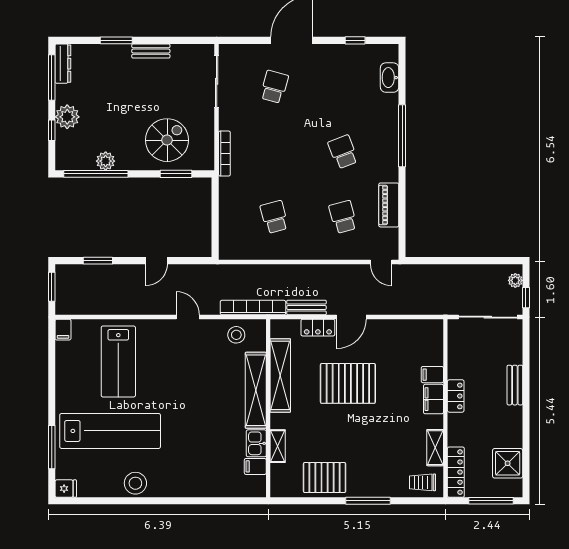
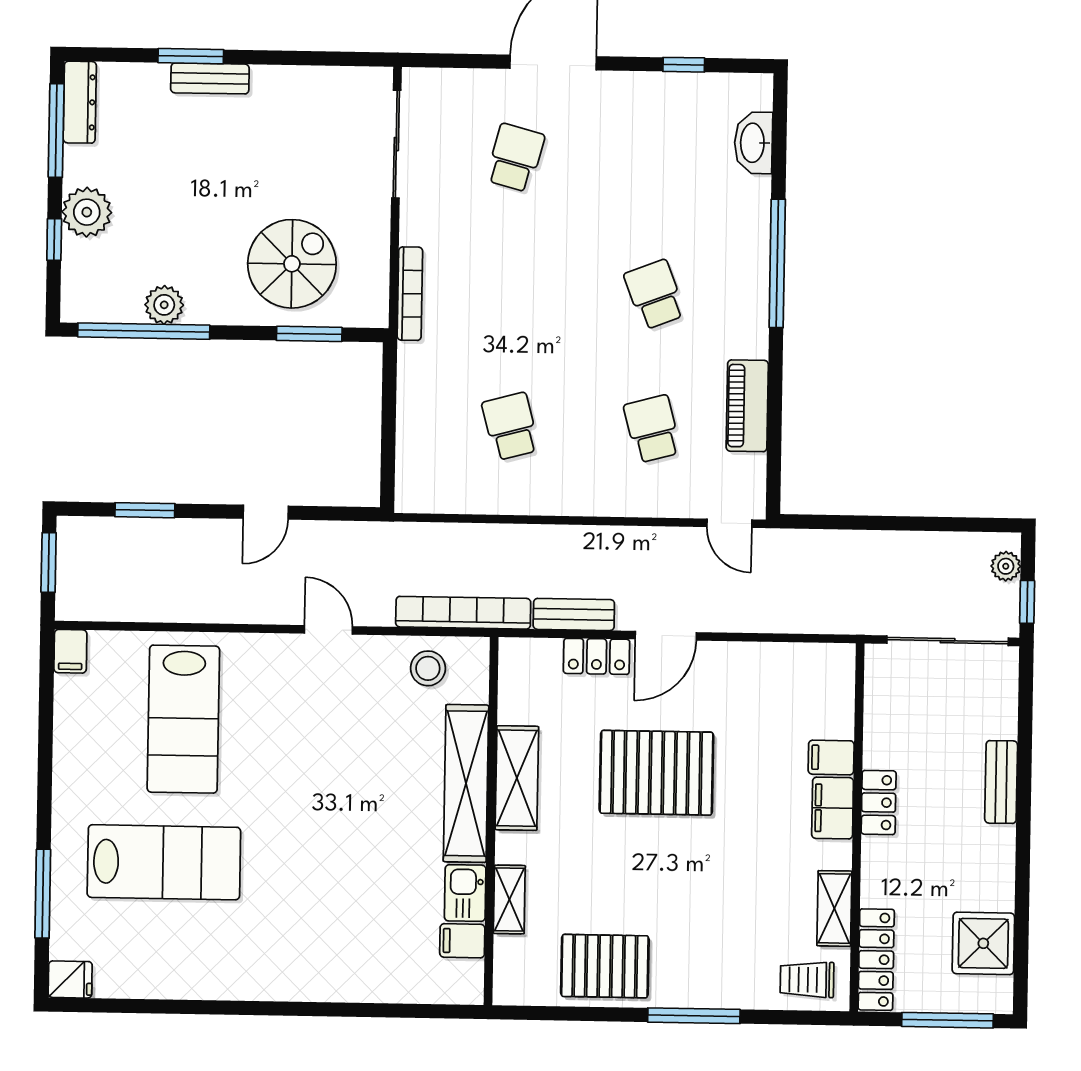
bench: (151, 51) -> (210, 78), moved
shelving: (280, 375) -> (517, 778), width x0.68
lab bench: (110, 431) -> (164, 862), width x0.73
stool: (135, 483) -> (214, 971), removed

